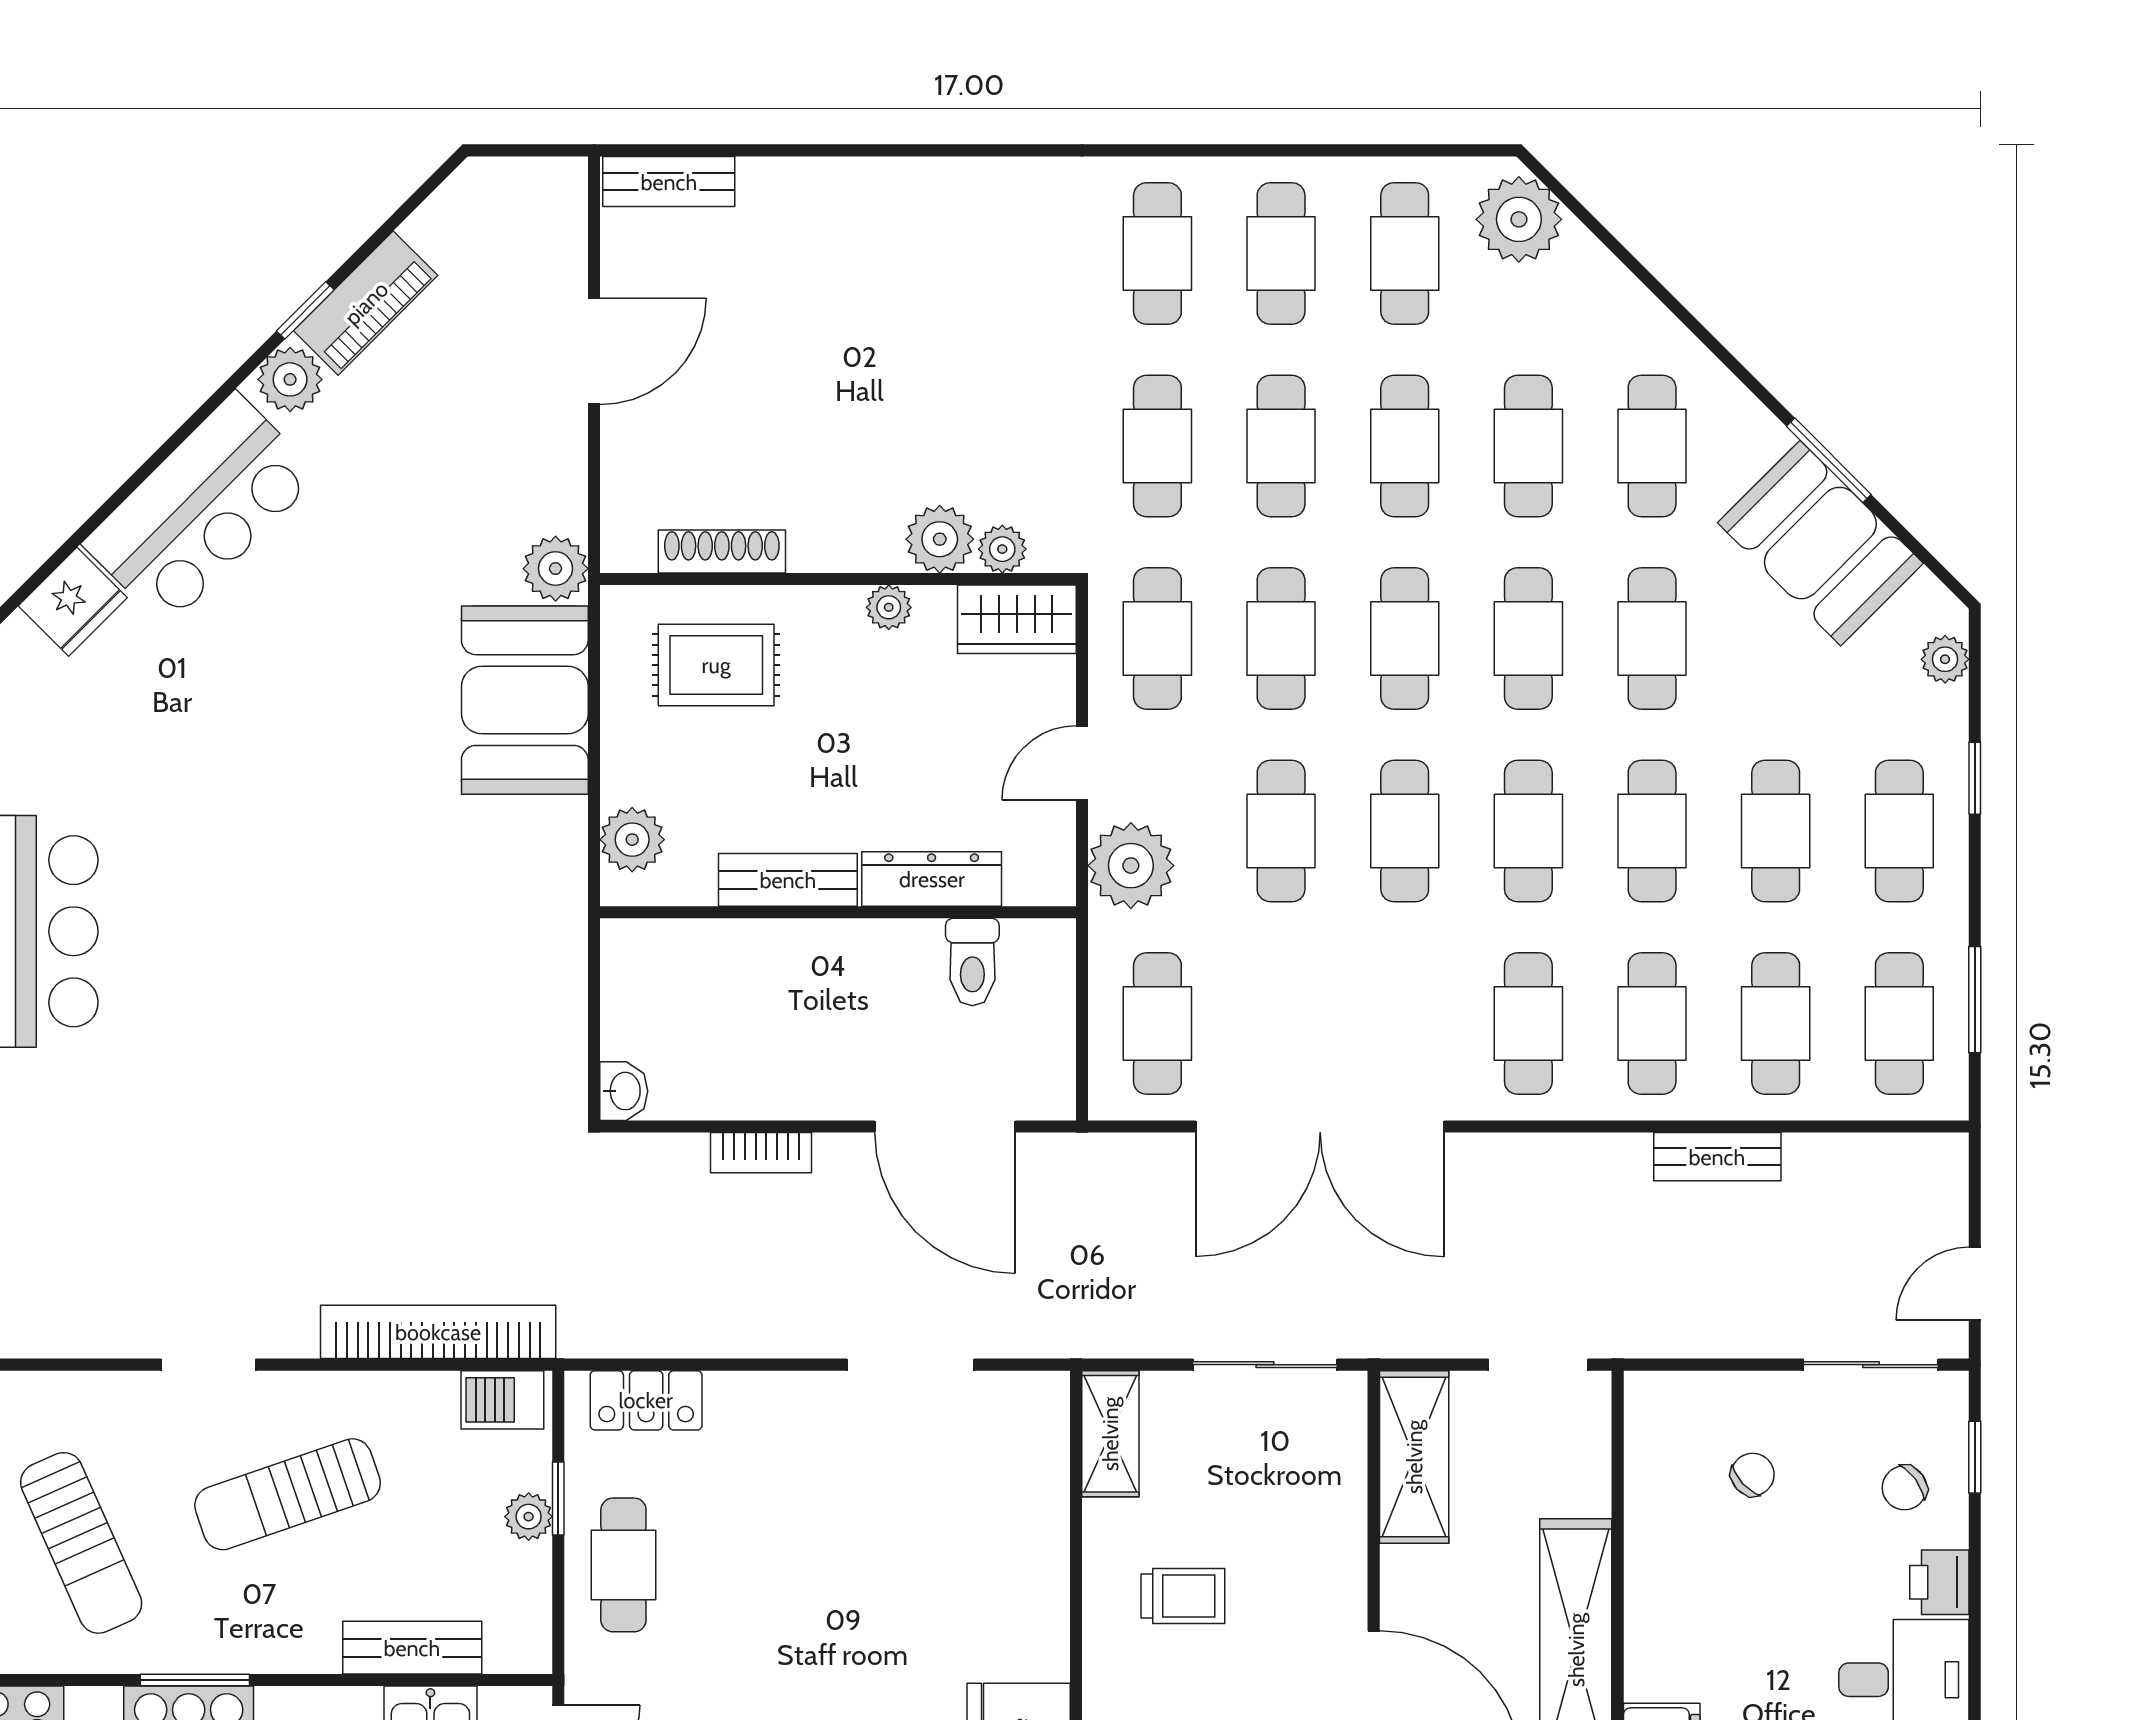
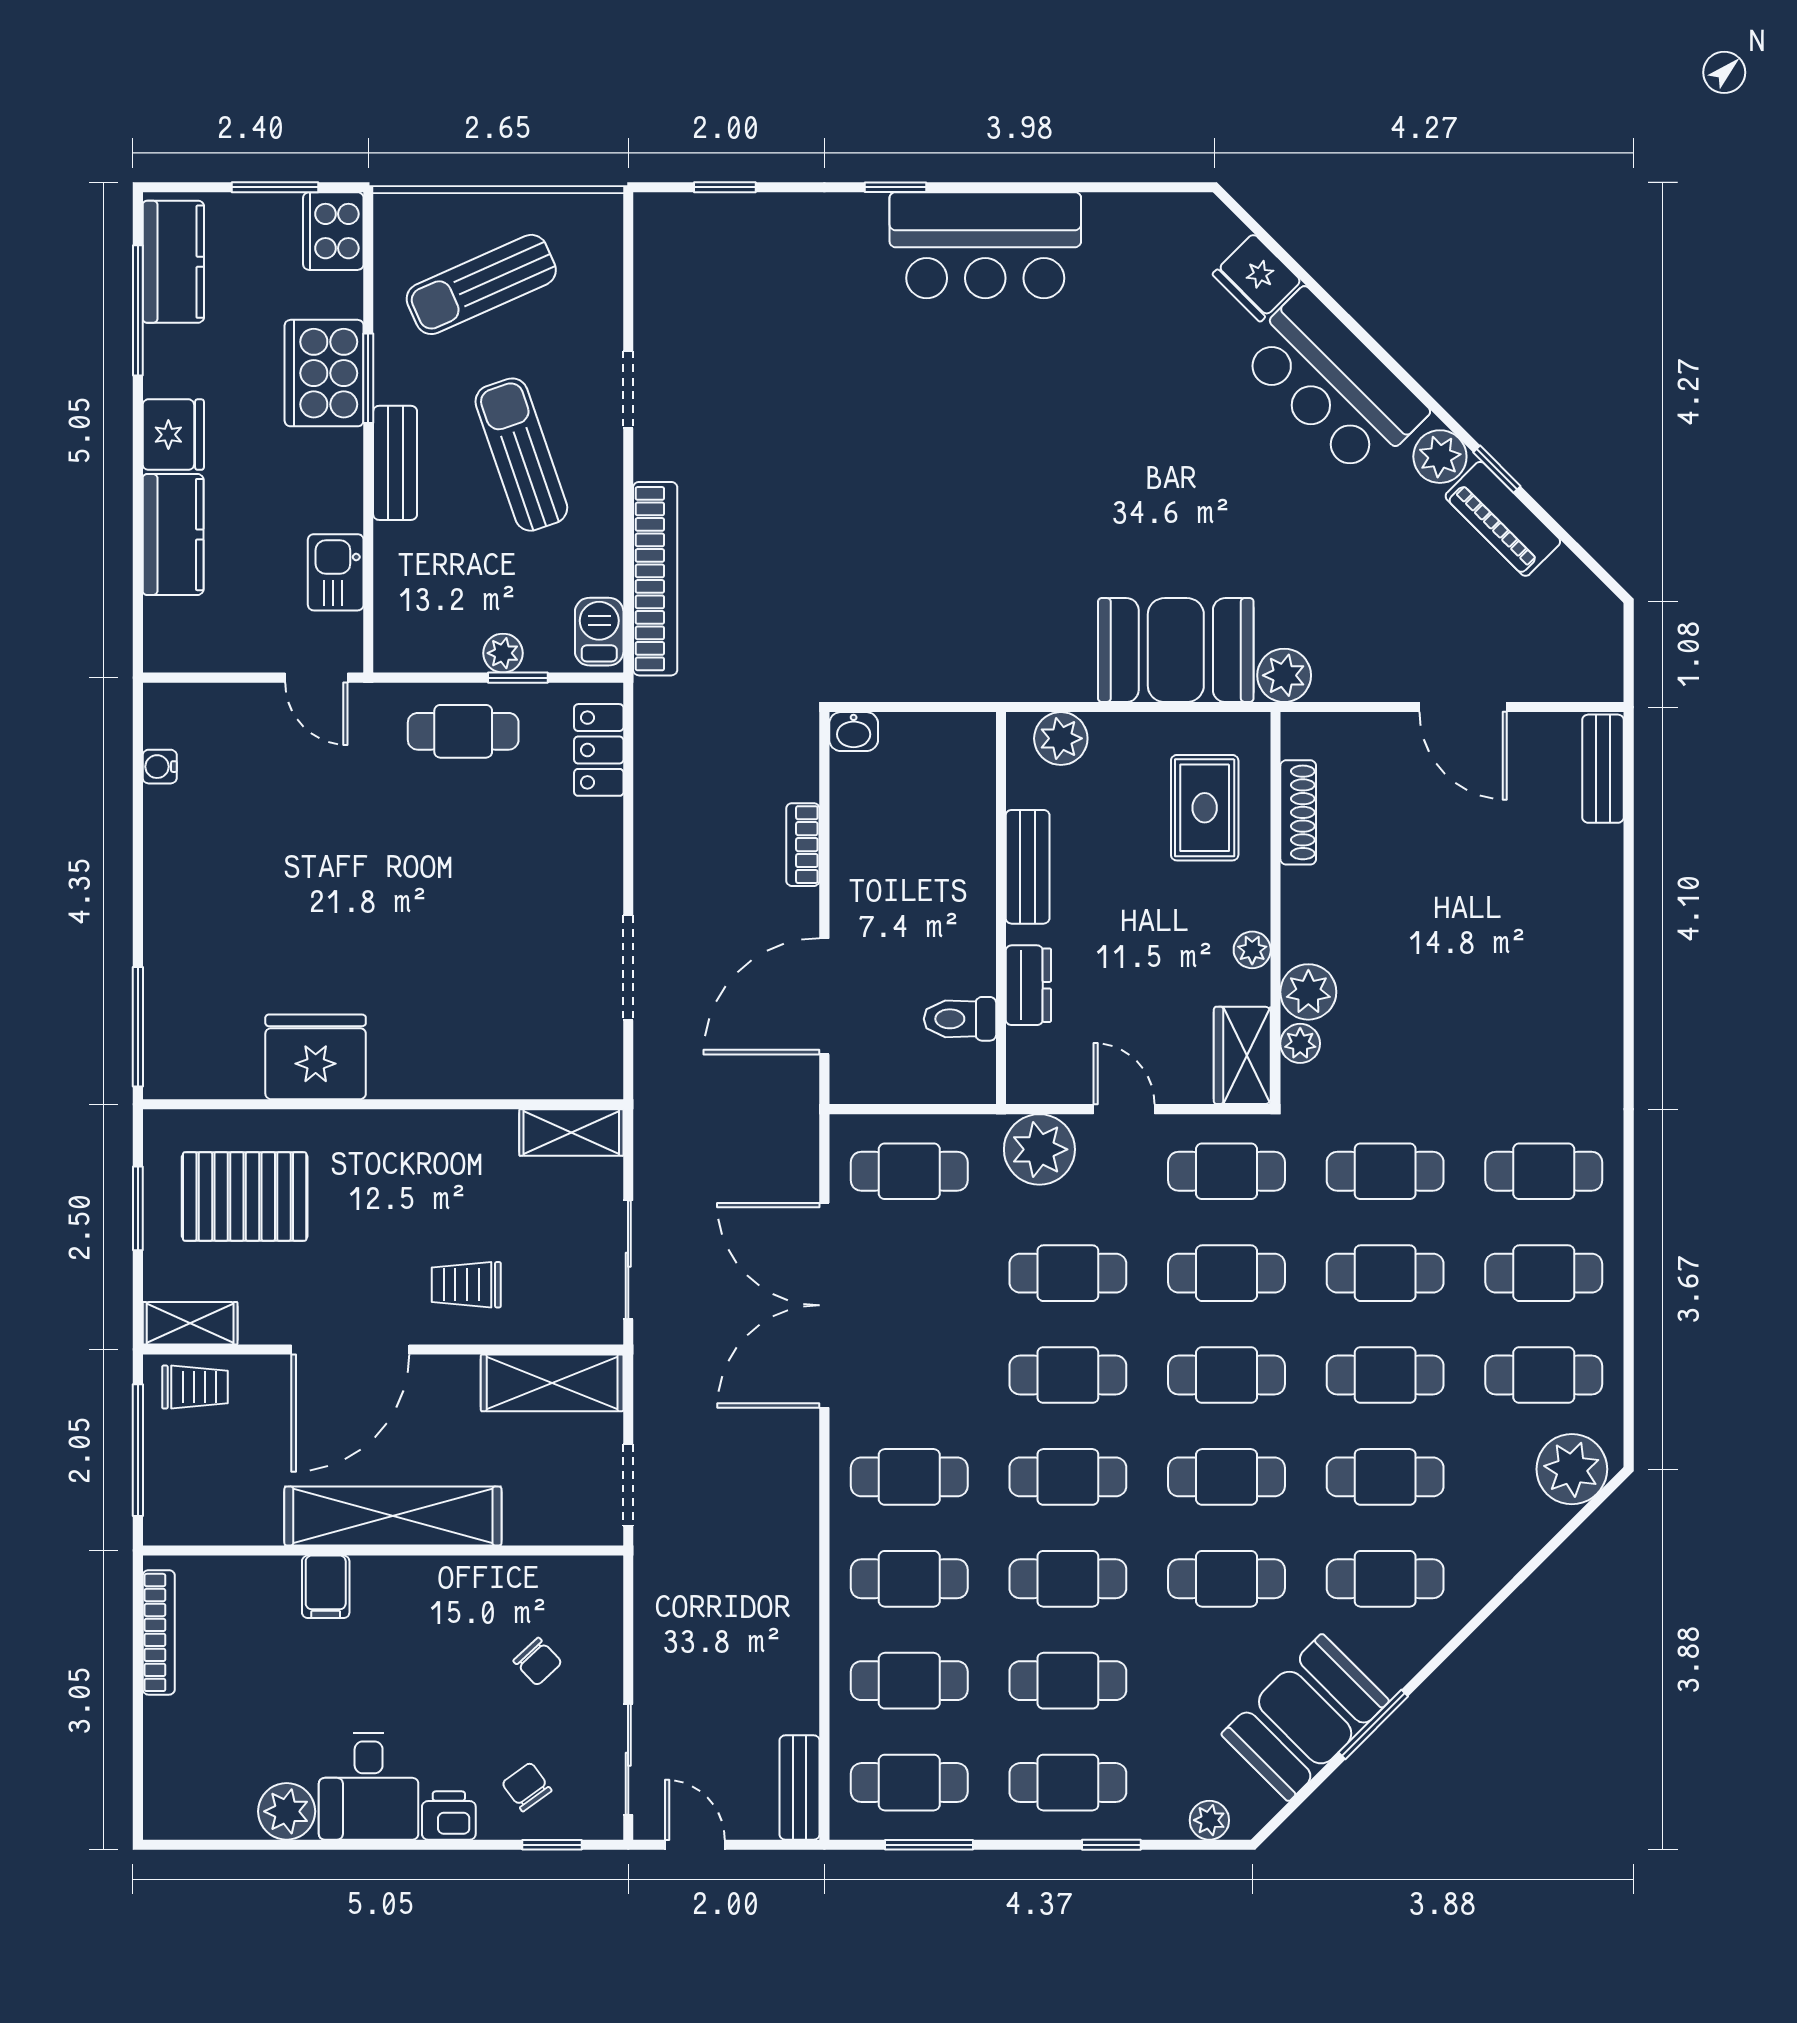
dresser: (932, 879) -> (1028, 985), width x0.70
bench: (1717, 1157) -> (800, 1787), moved
trolley: (1183, 1596) -> (466, 1285), moved, turned 90
bench: (412, 1648) -> (395, 463), moved

